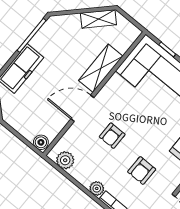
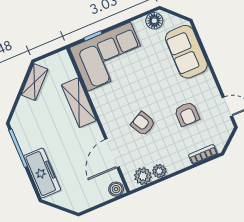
door: (82, 108) -> (112, 153), moved
armchair: (112, 136) -> (143, 124), turned 152
plant: (97, 188) -> (159, 171), moved

